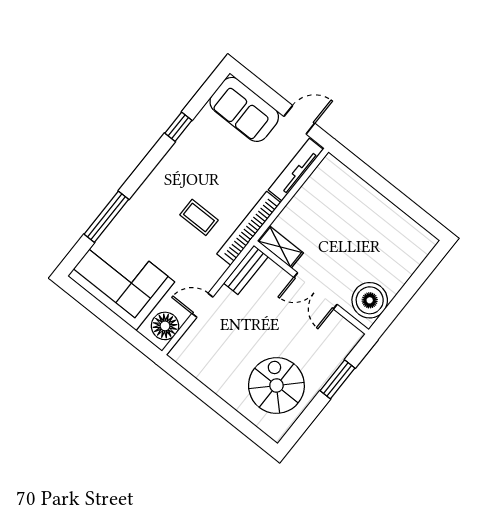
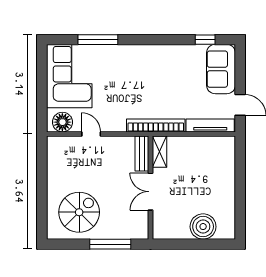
window: (178, 127) -> (205, 40), moved
coffee table: (199, 217) -> (139, 92), removed
bench: (246, 270) -> (142, 154), moved, turned 90
boiler: (370, 300) -> (203, 227), moved
window: (338, 379) -> (110, 244), width x1.44

